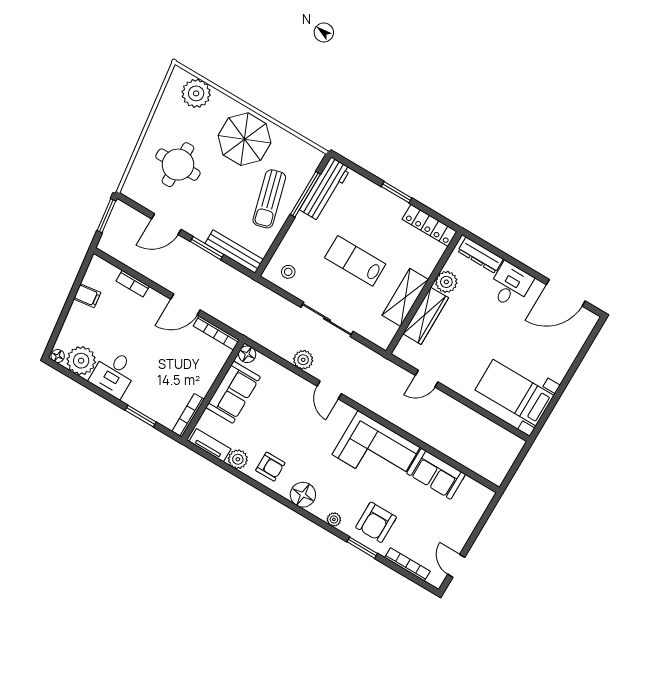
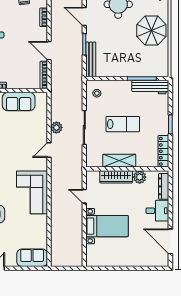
sun lounger: (269, 199) -> (128, 61), removed
lab bench: (355, 261) -> (123, 124), turned 90
floor lamp: (247, 354) -> (42, 97), removed
bed with nightstands: (515, 393) -> (107, 226), moved, turned 90
sofa: (436, 474) -> (32, 258), moved, turned 90

